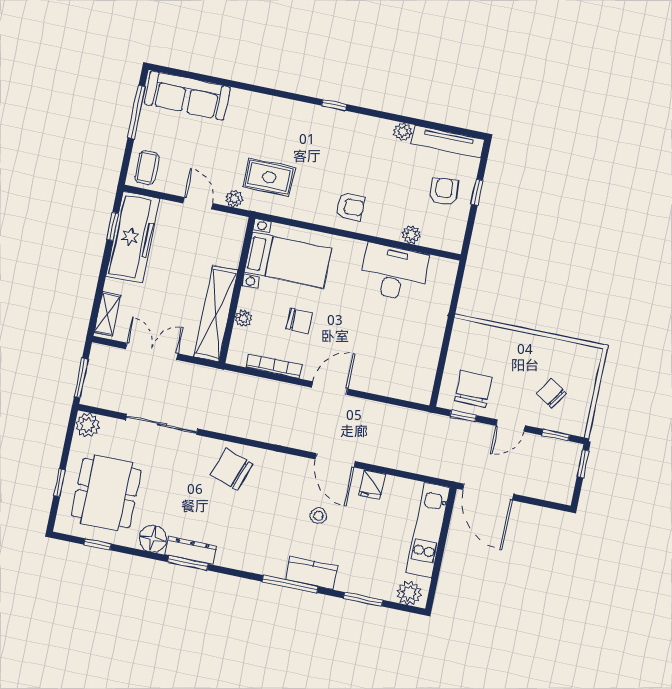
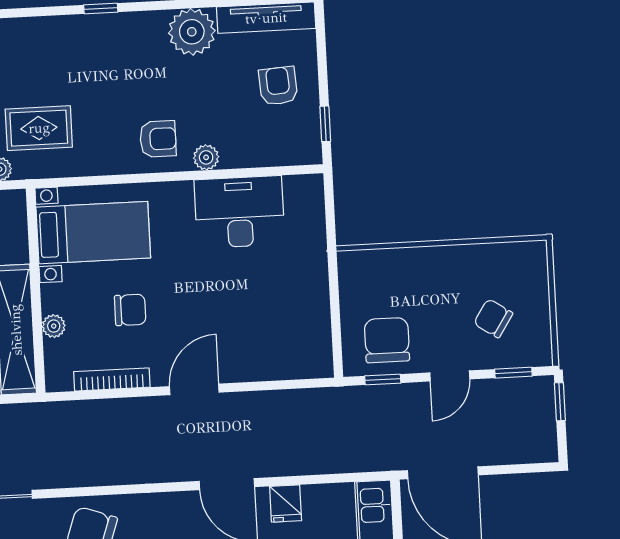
plant: (403, 132) -> (192, 32), width x1.87, depth x1.87
window: (477, 192) -> (325, 124), moved
plant: (411, 235) -> (206, 157), moved

